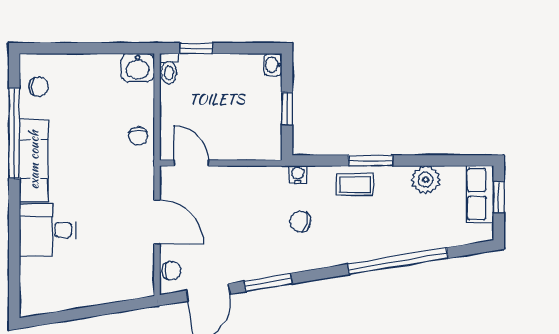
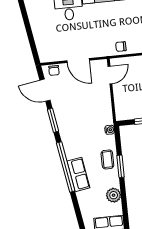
chair: (300, 221) -> (86, 134), removed
door: (157, 222) -> (78, 61), hinge flipped
row of seats: (378, 244) -> (78, 174), added
window: (398, 261) -> (66, 167), moved

